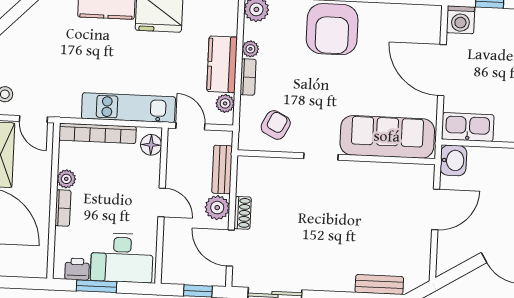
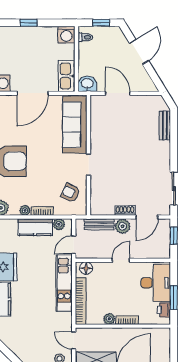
door: (33, 119) -> (74, 341), swing flipped

